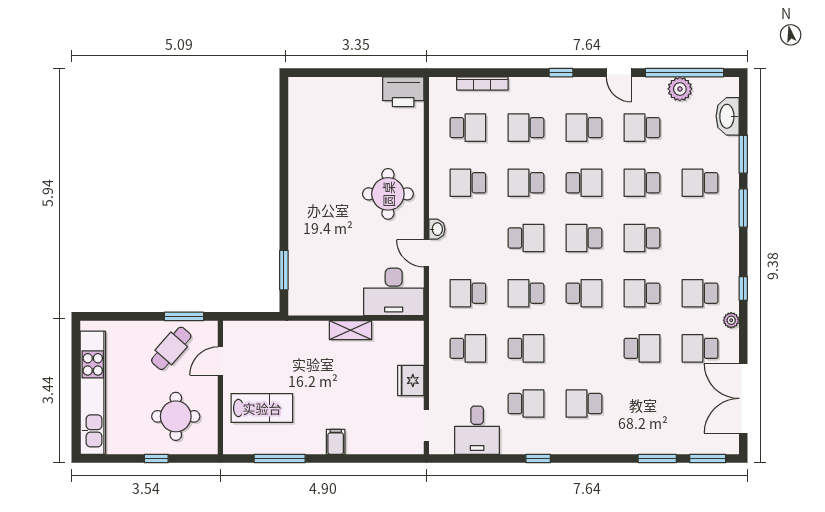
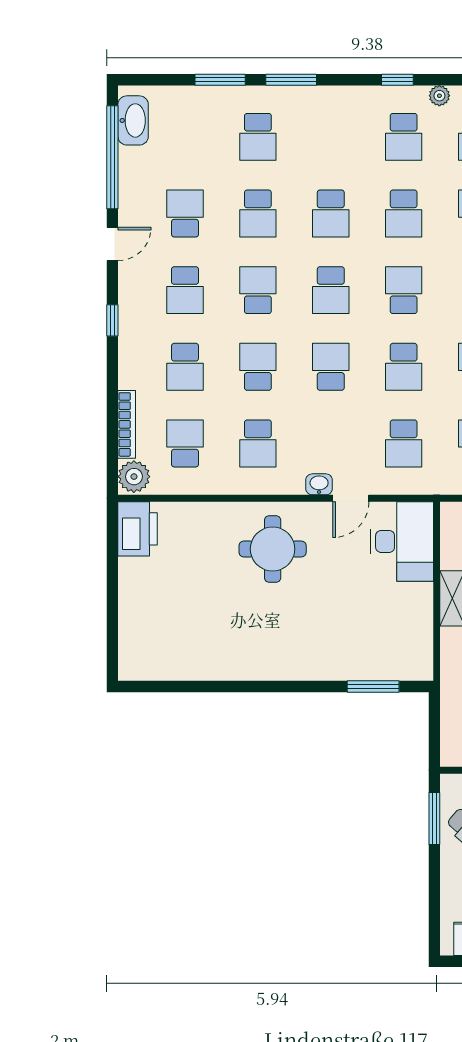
plant: (680, 89) -> (134, 477), moved
washbasin: (728, 116) -> (133, 120), moved, turned -90
school desk: (642, 128) -> (185, 214), turned 180
school desk: (526, 183) -> (258, 367), turned 180

